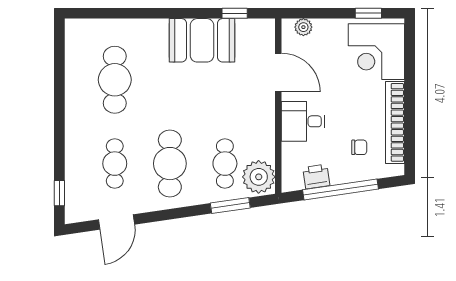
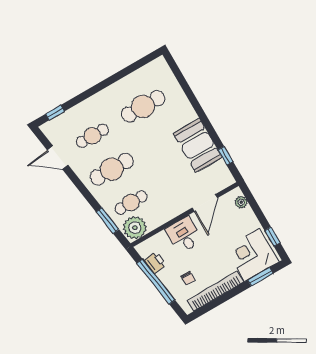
window: (410, 57) -> (260, 277), added

